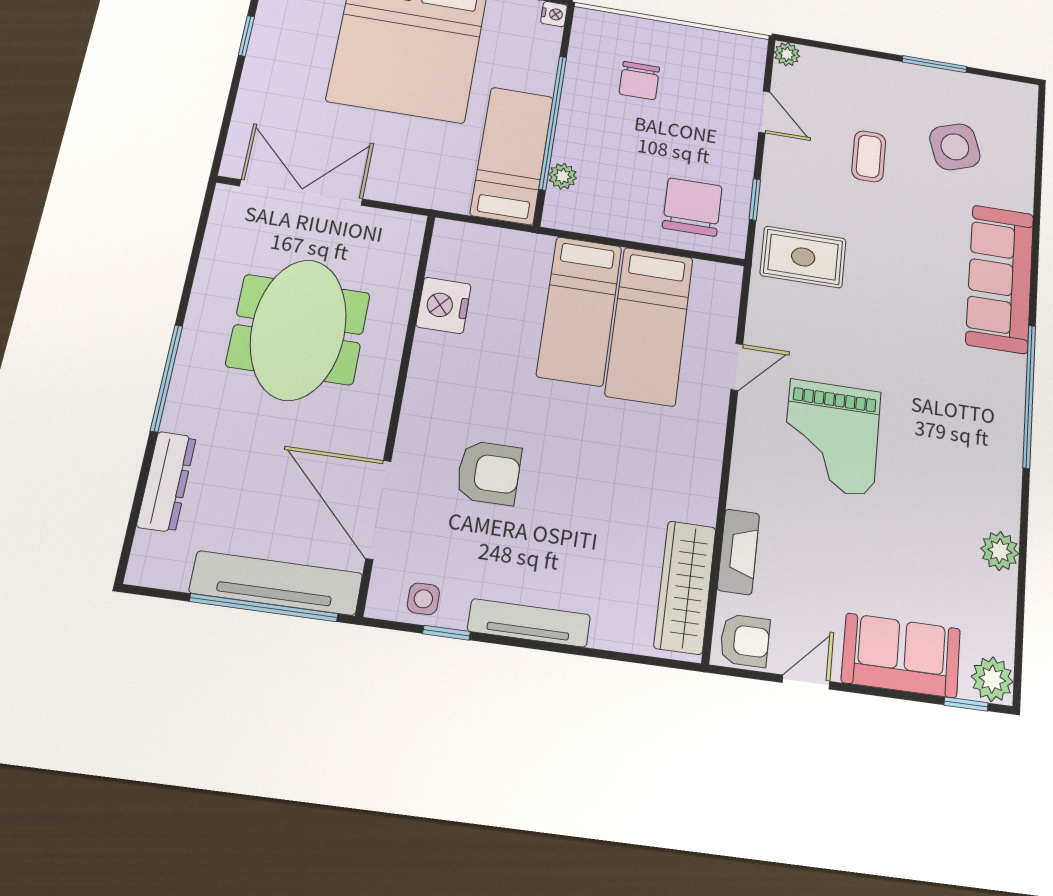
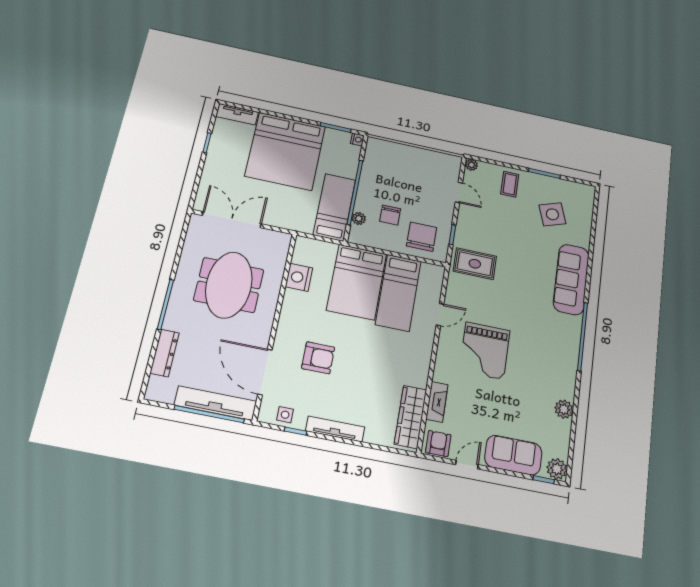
chair: (639, 81) -> (390, 215), moved
coffee table: (869, 156) -> (510, 184), moved
bed: (579, 311) -> (357, 282), width x1.50
armchair: (745, 641) -> (438, 444), turned -90

